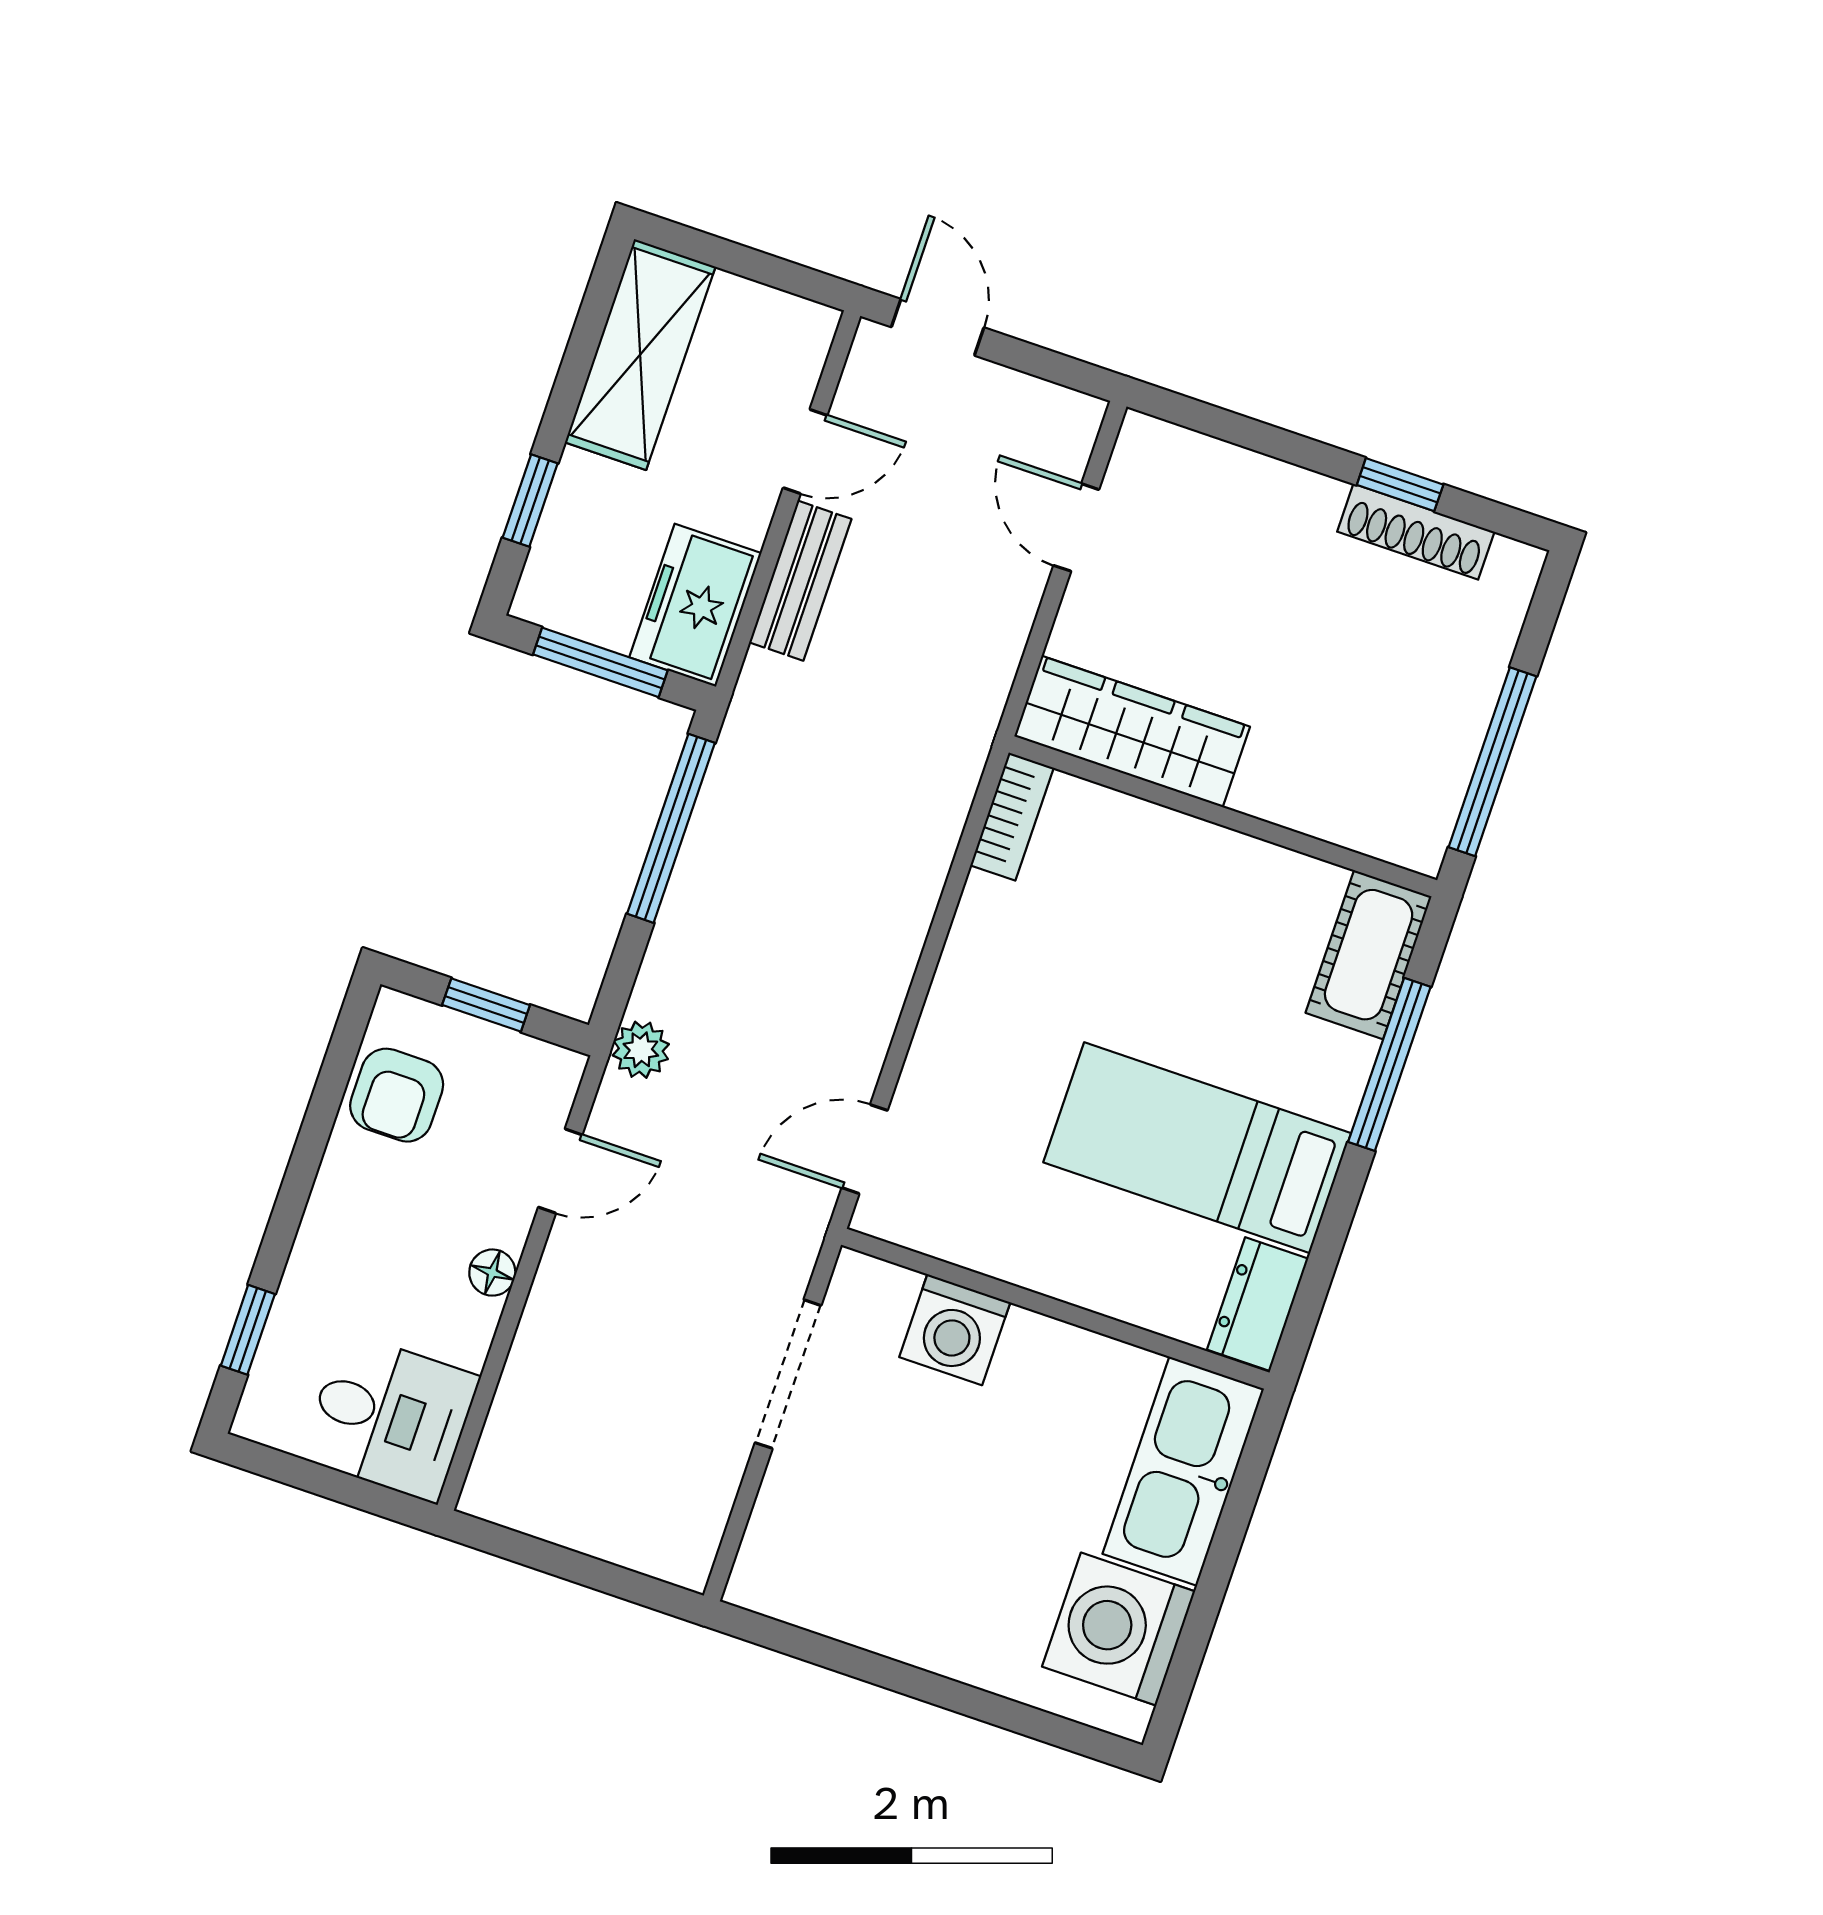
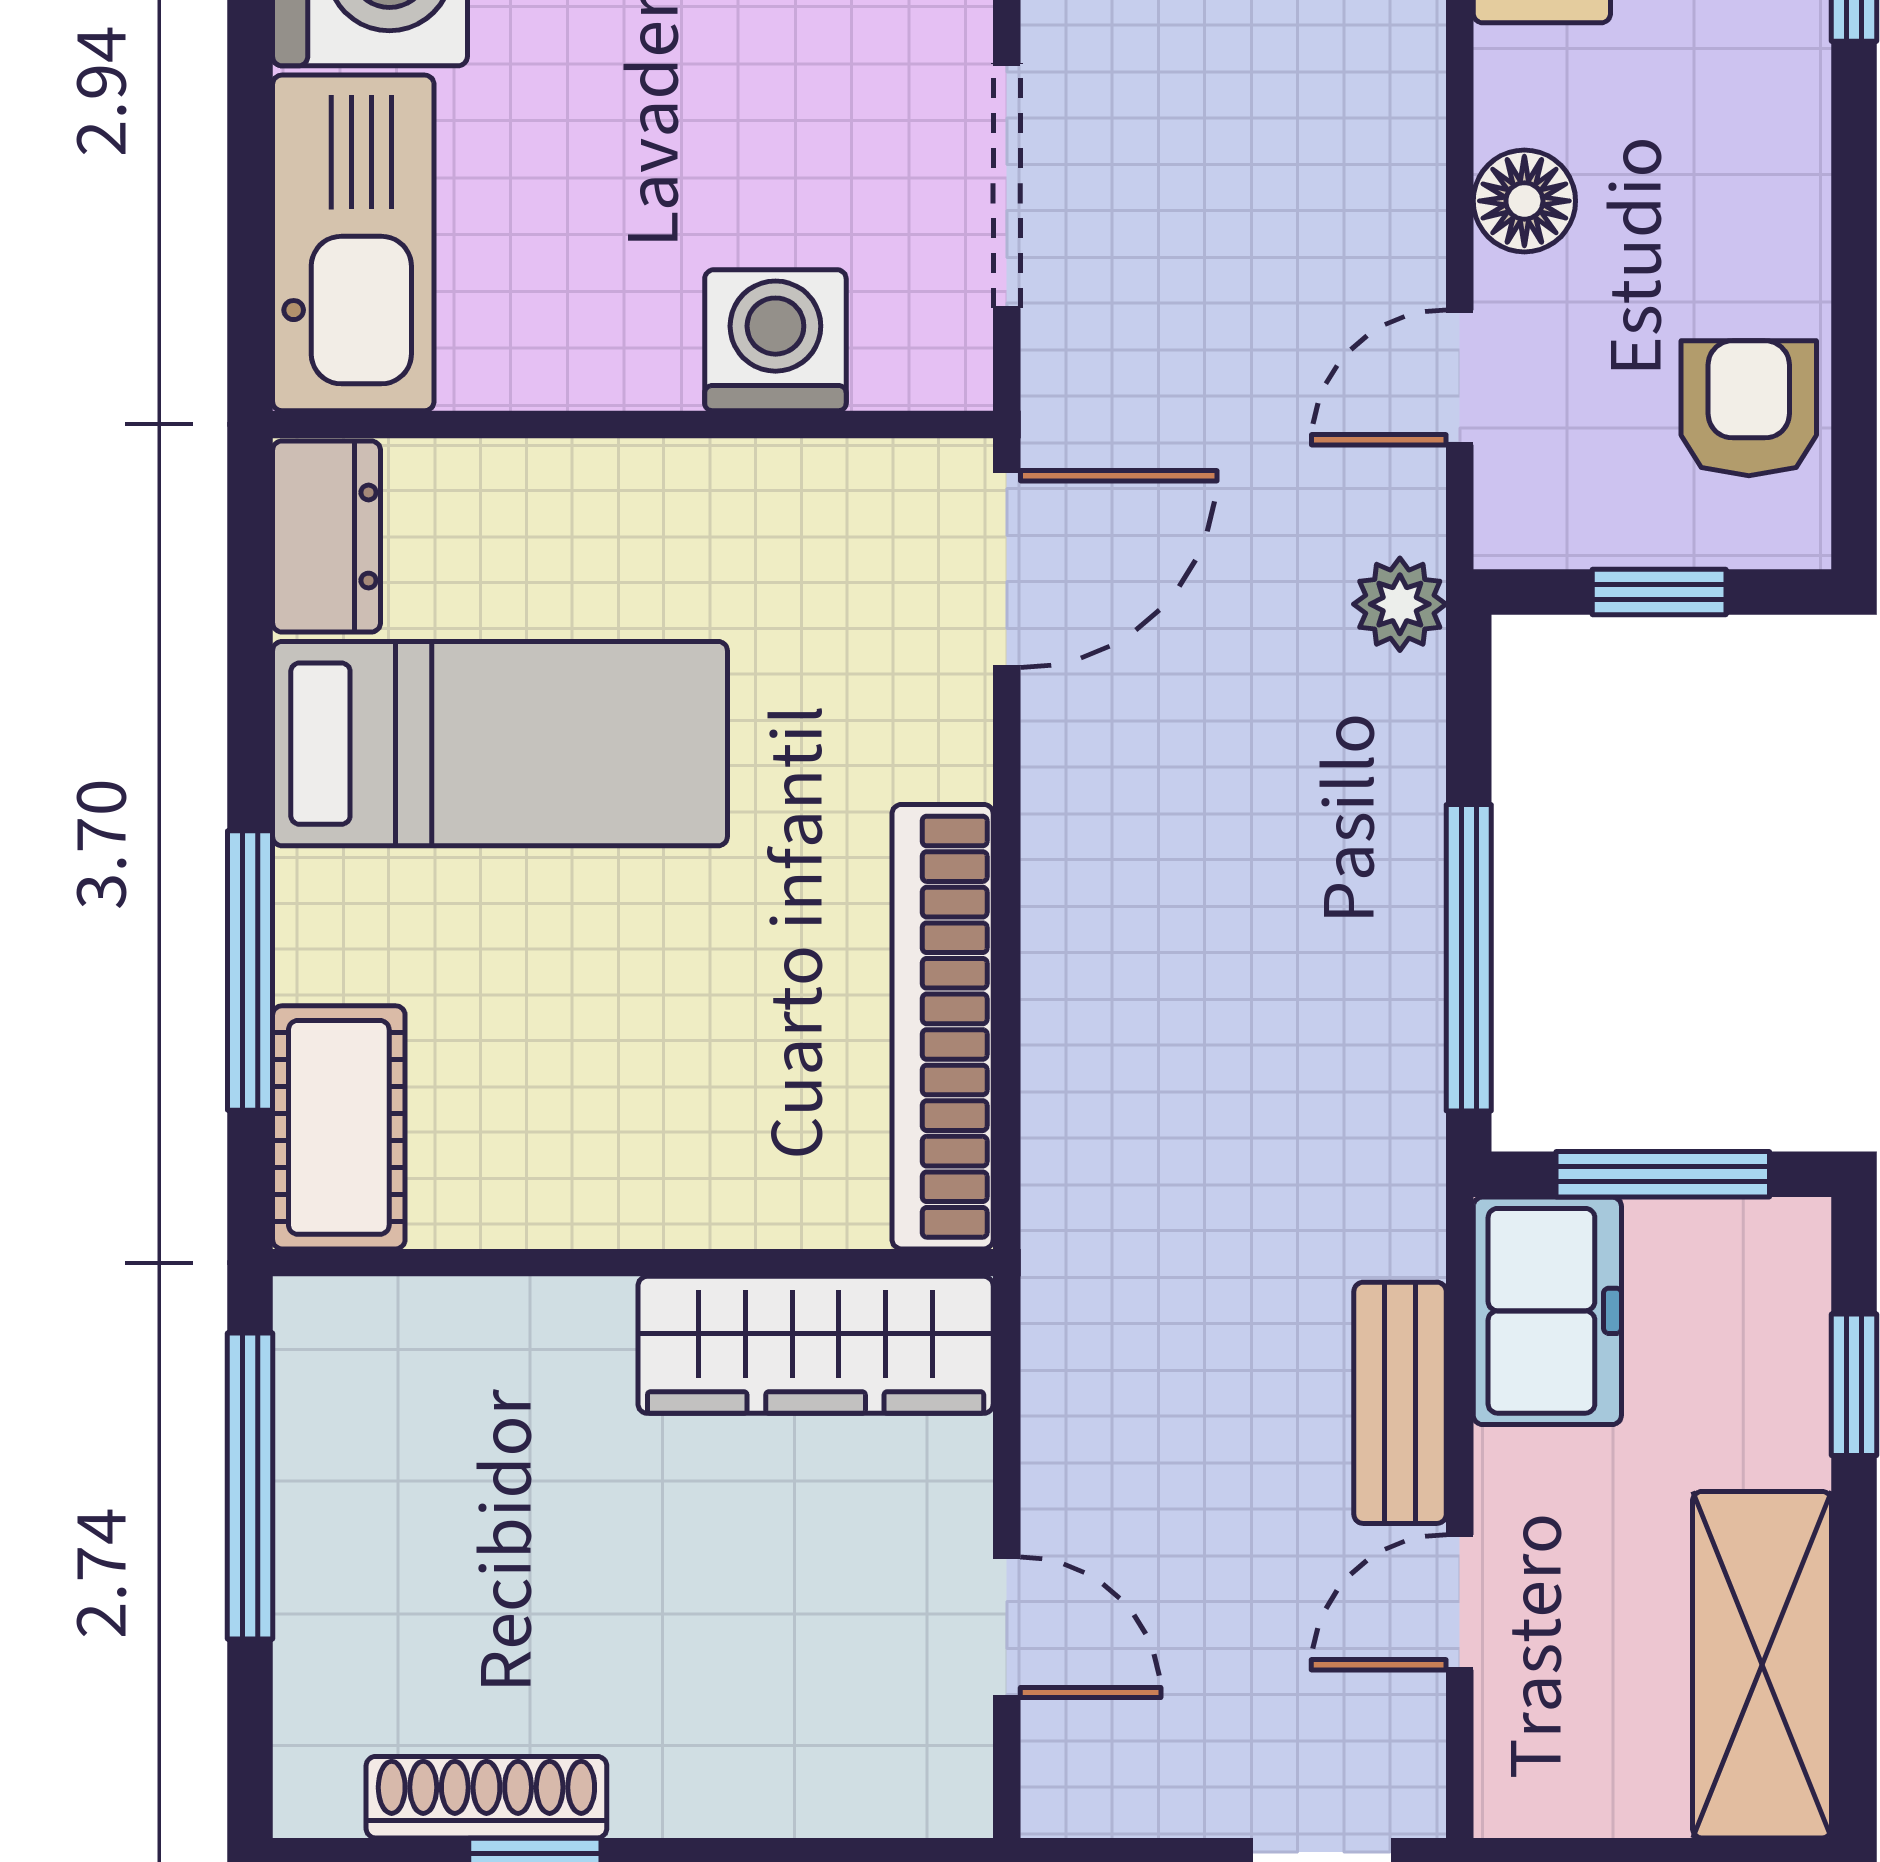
bookcase: (1012, 817) -> (943, 1027), width x2.31, depth x1.31
door: (865, 1149) -> (1007, 569), width x1.38
floor lamp: (492, 1273) -> (1524, 201), width x1.37, depth x1.37

